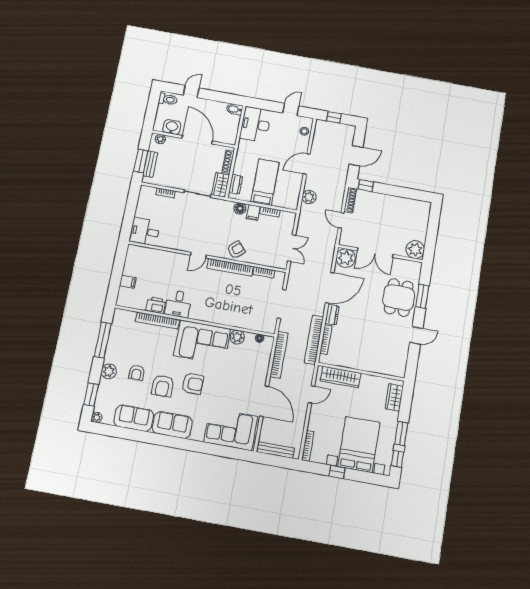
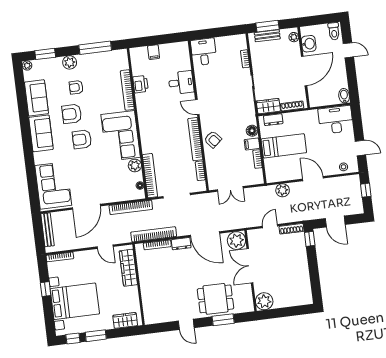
desk: (178, 304) -> (181, 83), moved, turned 180
bookcase: (253, 325) -> (150, 176), added
armchair: (193, 384) -> (82, 139), turned 90

